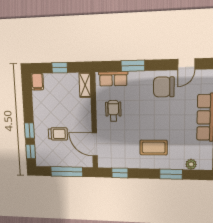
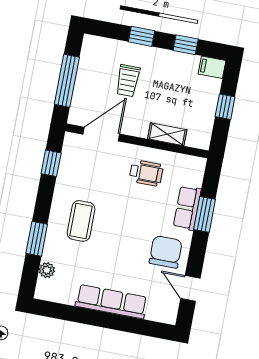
row of seats: (113, 79) -> (187, 208), moved
shelving: (85, 85) -> (167, 134), moved
window: (31, 152) -> (186, 45), moved

